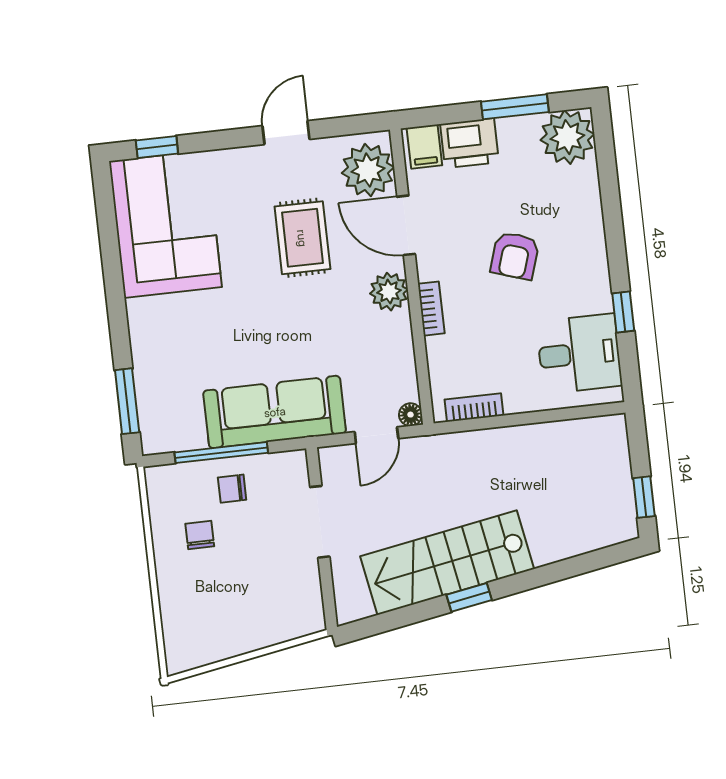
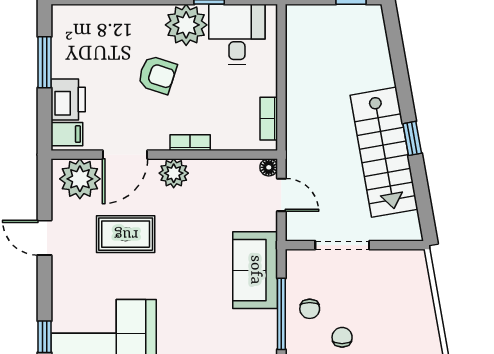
plant: (567, 137) -> (186, 25), moved
sofa: (275, 412) -> (255, 270), width x0.73
chair: (200, 535) -> (342, 337), turned 90

